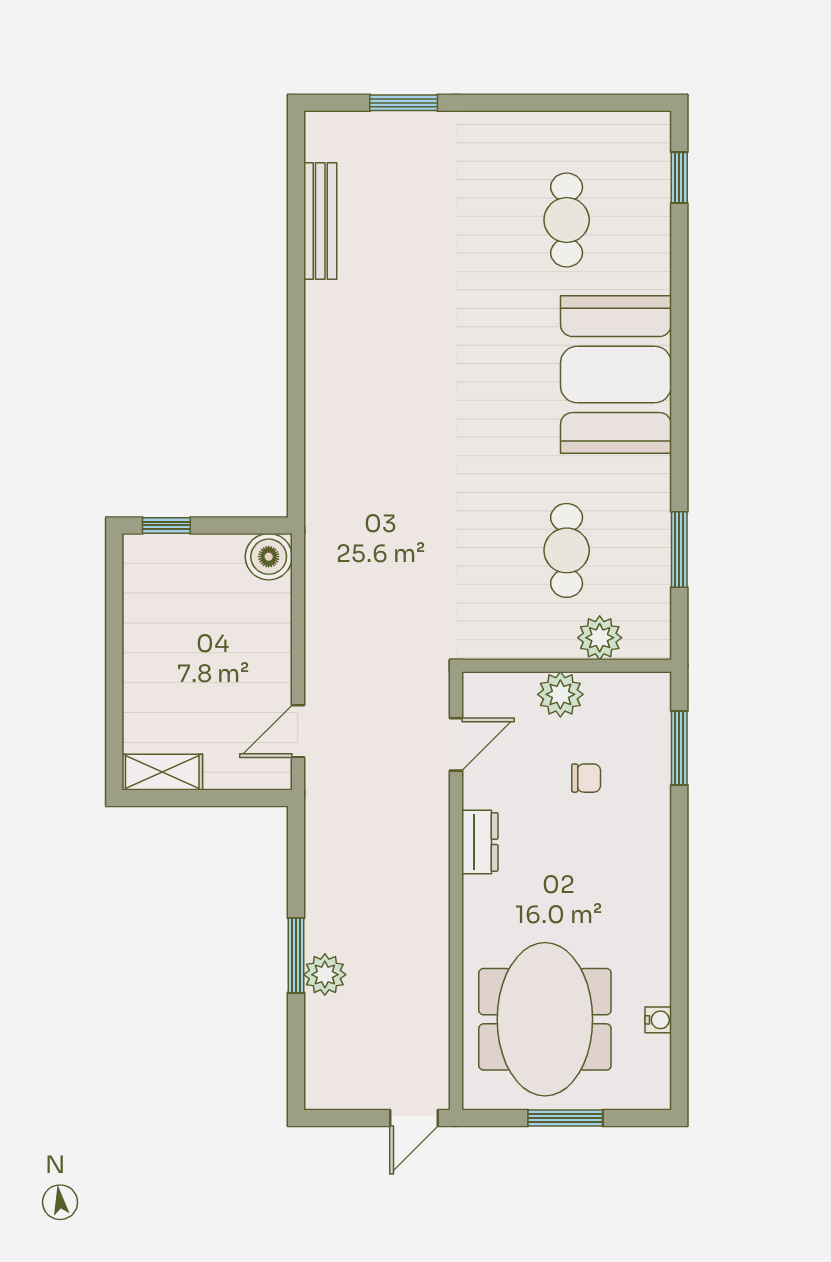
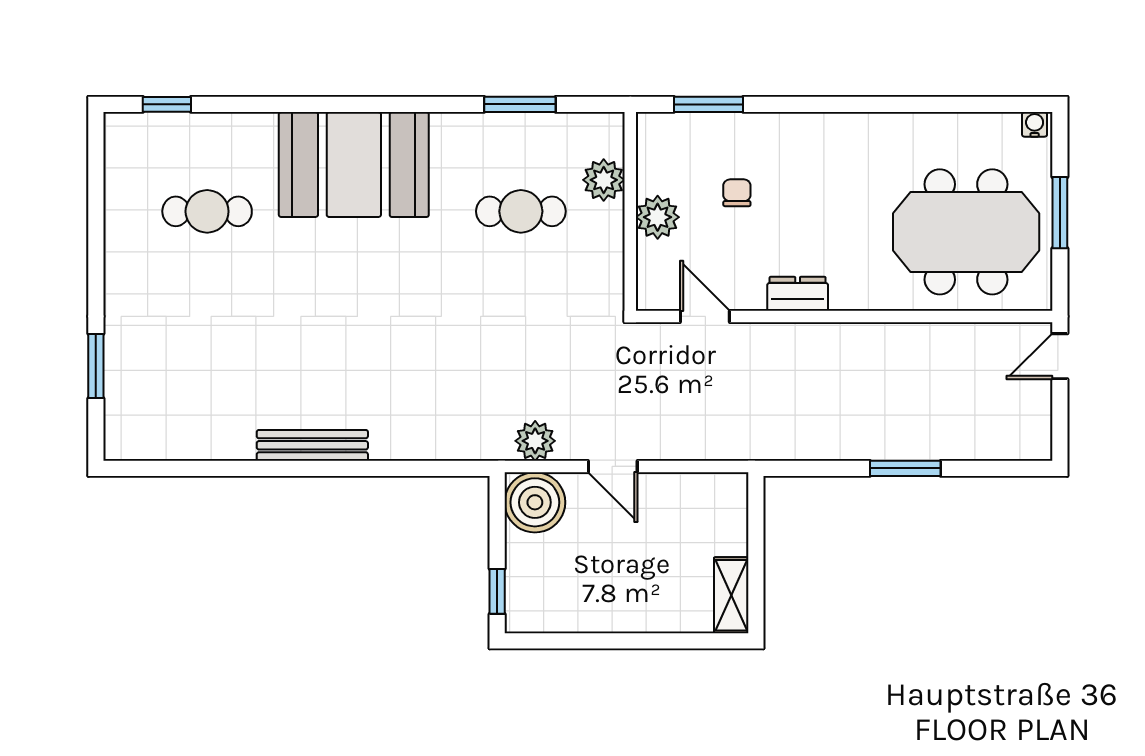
bench: (320, 221) -> (312, 445), moved
boiler: (269, 557) -> (535, 502), width x1.37, depth x1.37
door: (298, 731) -> (613, 466), moved
plant: (325, 975) -> (535, 441), moved
water cooler: (658, 1020) -> (1035, 124), moved
door: (414, 1118) -> (1060, 356), swing flipped

